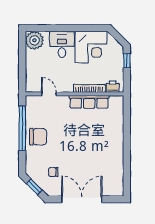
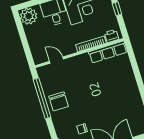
row of seats: (89, 102) -> (108, 52), moved
chair: (38, 137) -> (59, 101), turned 90

